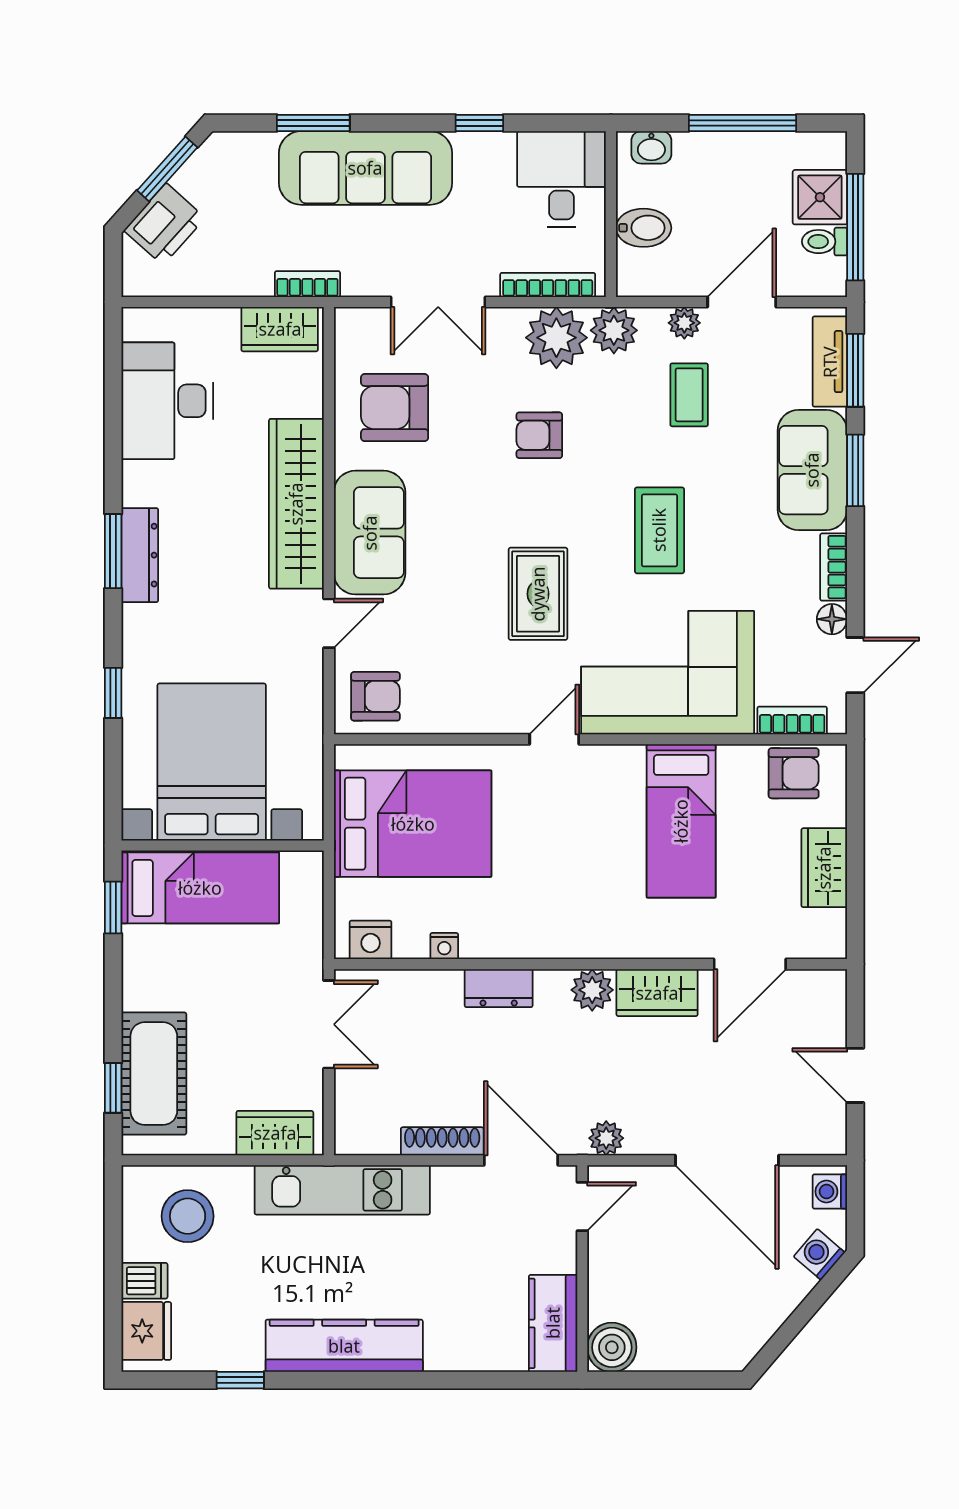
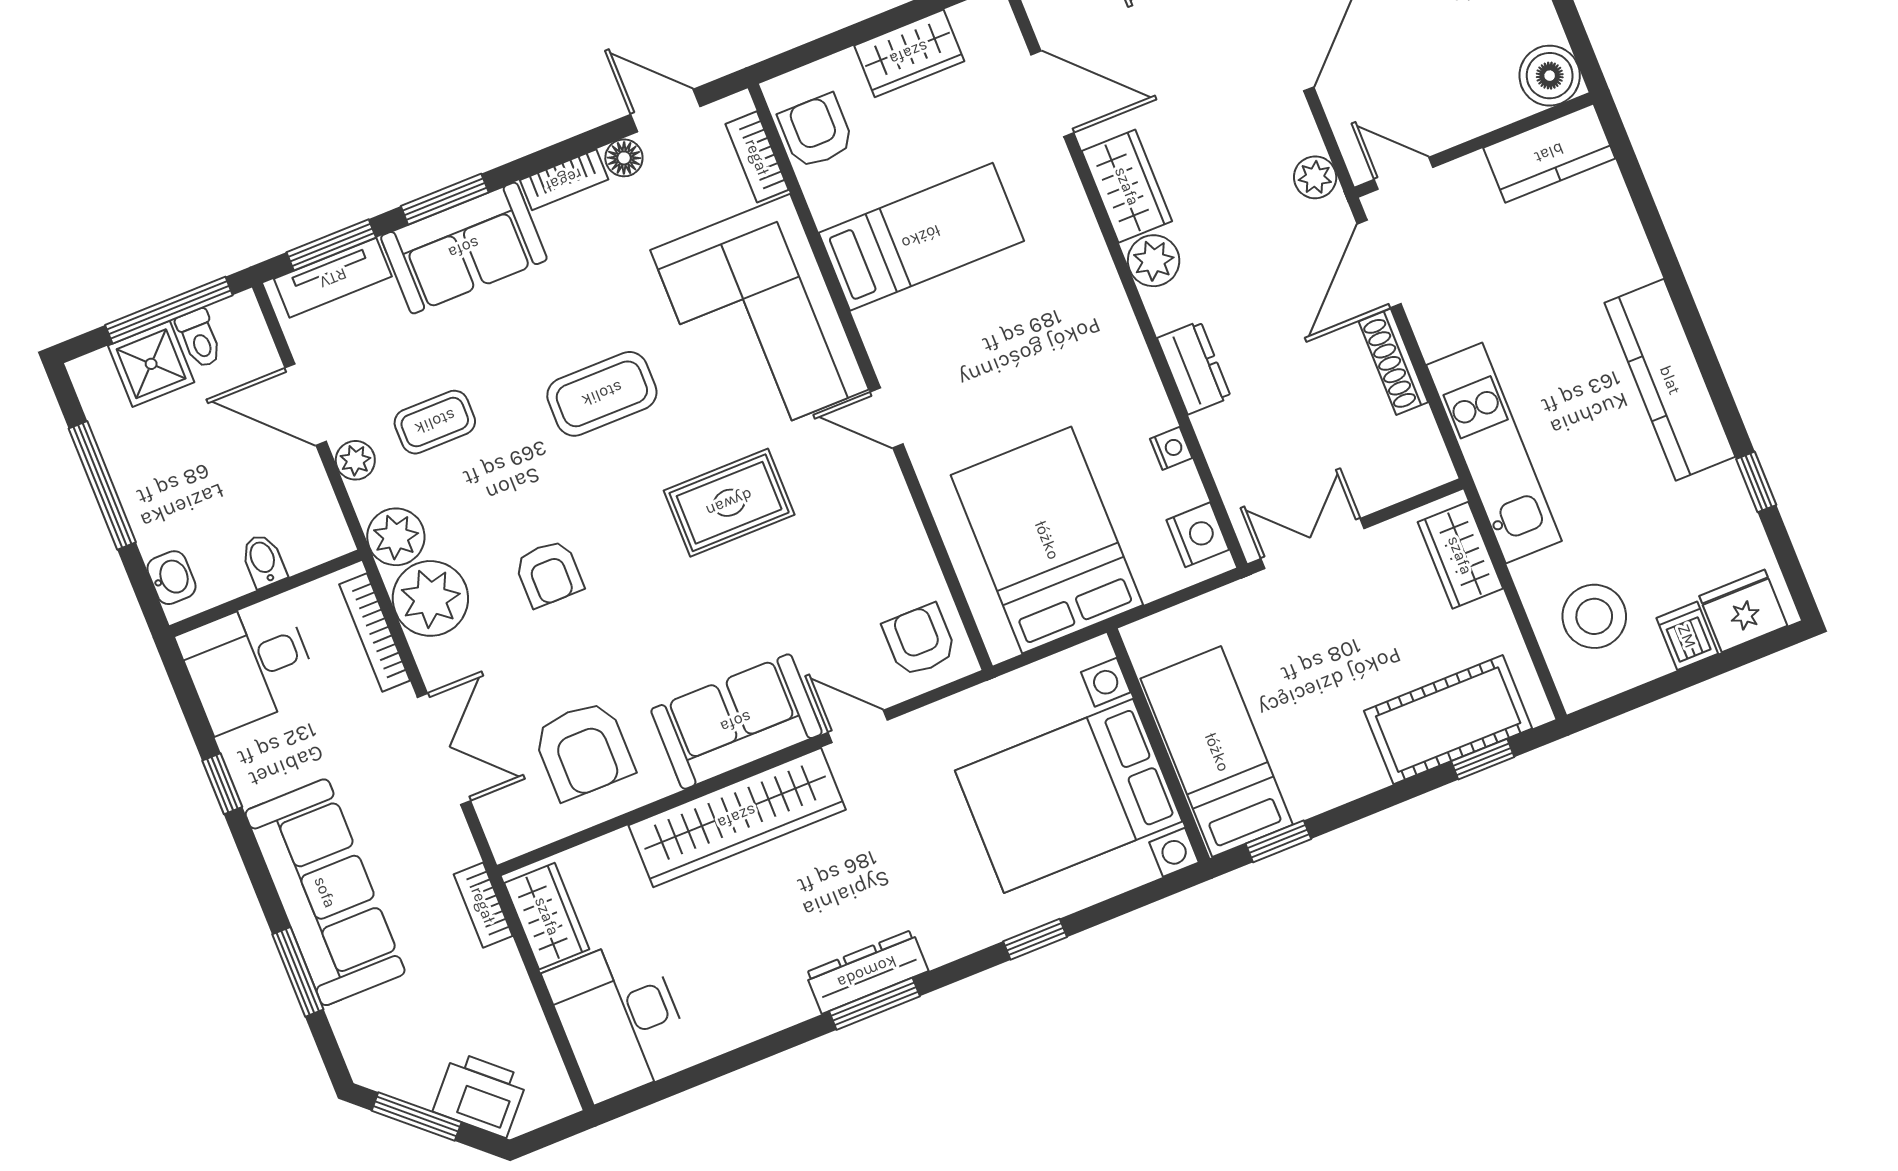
bidet: (644, 228) -> (264, 561), width x0.72, depth x0.74
desk: (167, 401) -> (619, 1019), moved, turned 90

